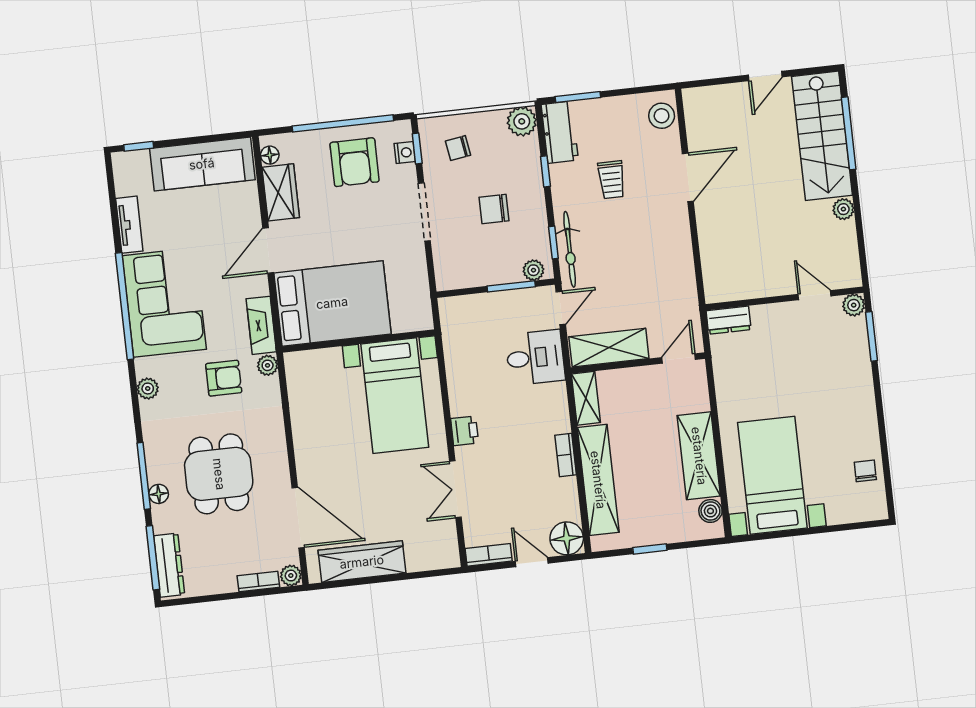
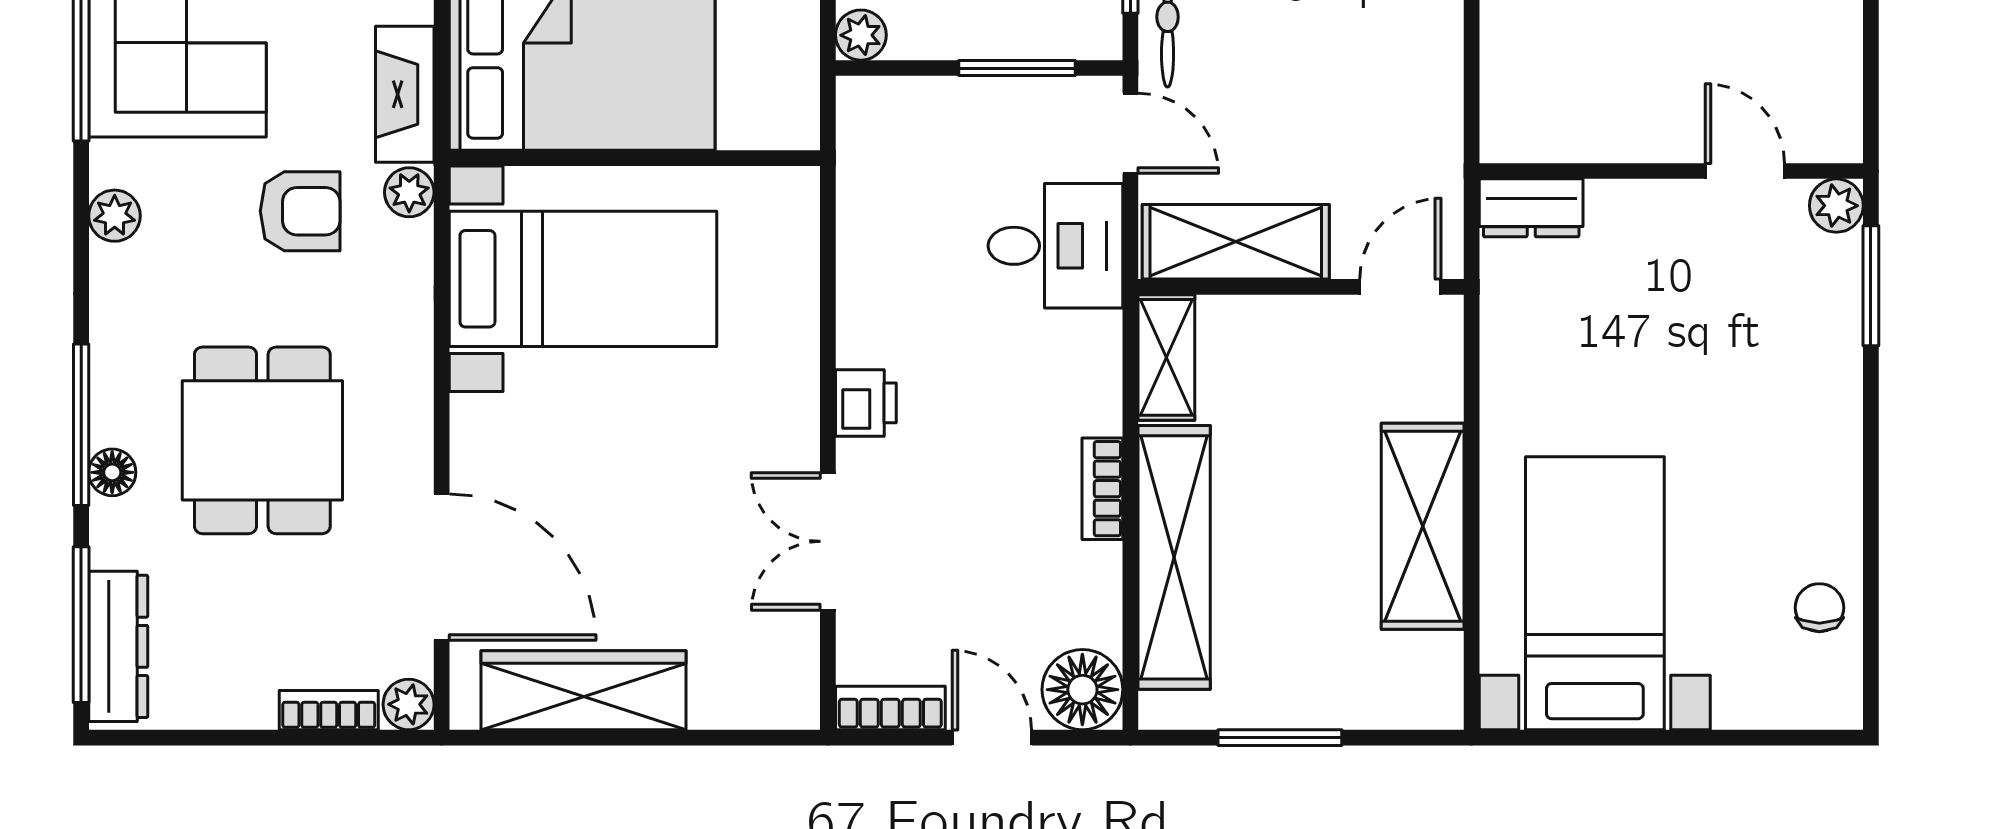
plant: (533, 270) -> (861, 35), moved
door: (561, 308) -> (1130, 133), hinge flipped
bed with nightstands: (395, 396) -> (583, 279), moved, turned -90
boiler: (710, 511) -> (1436, 662), removed
window: (650, 549) -> (1280, 738), width x1.50

